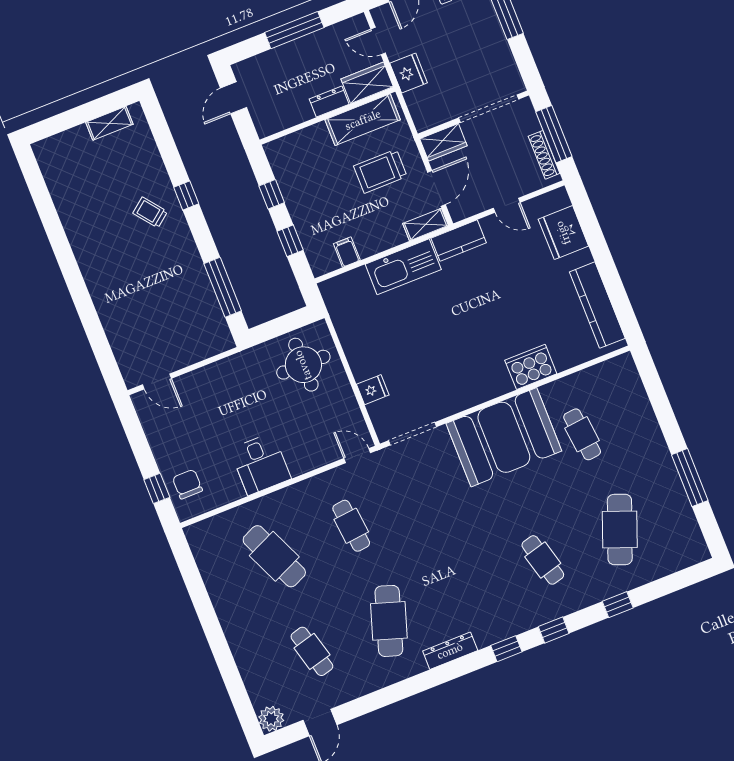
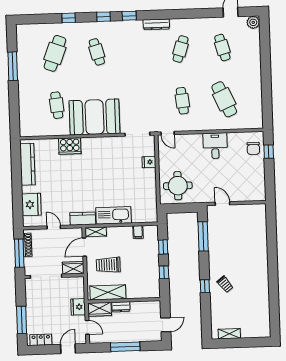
trolley: (380, 171) -> (108, 265), turned 180
door: (157, 381) -> (222, 203), moved
cafe table: (389, 621) -> (181, 49), width x0.73, depth x0.74

